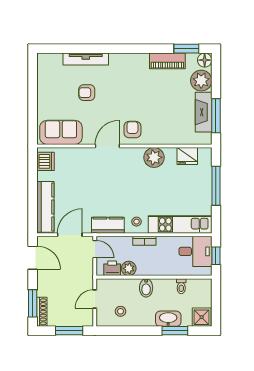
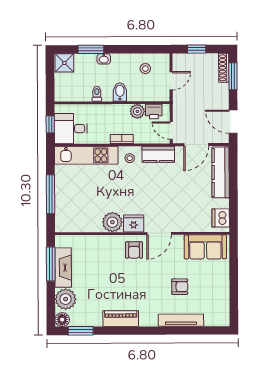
piano: (167, 61) -> (121, 319), moved
fridge: (187, 156) -> (134, 223), moved
toilet: (181, 286) -> (97, 94), moved
washbasin: (168, 319) -> (104, 59), width x0.52, depth x0.69
window: (69, 331) -> (197, 49), width x0.67

